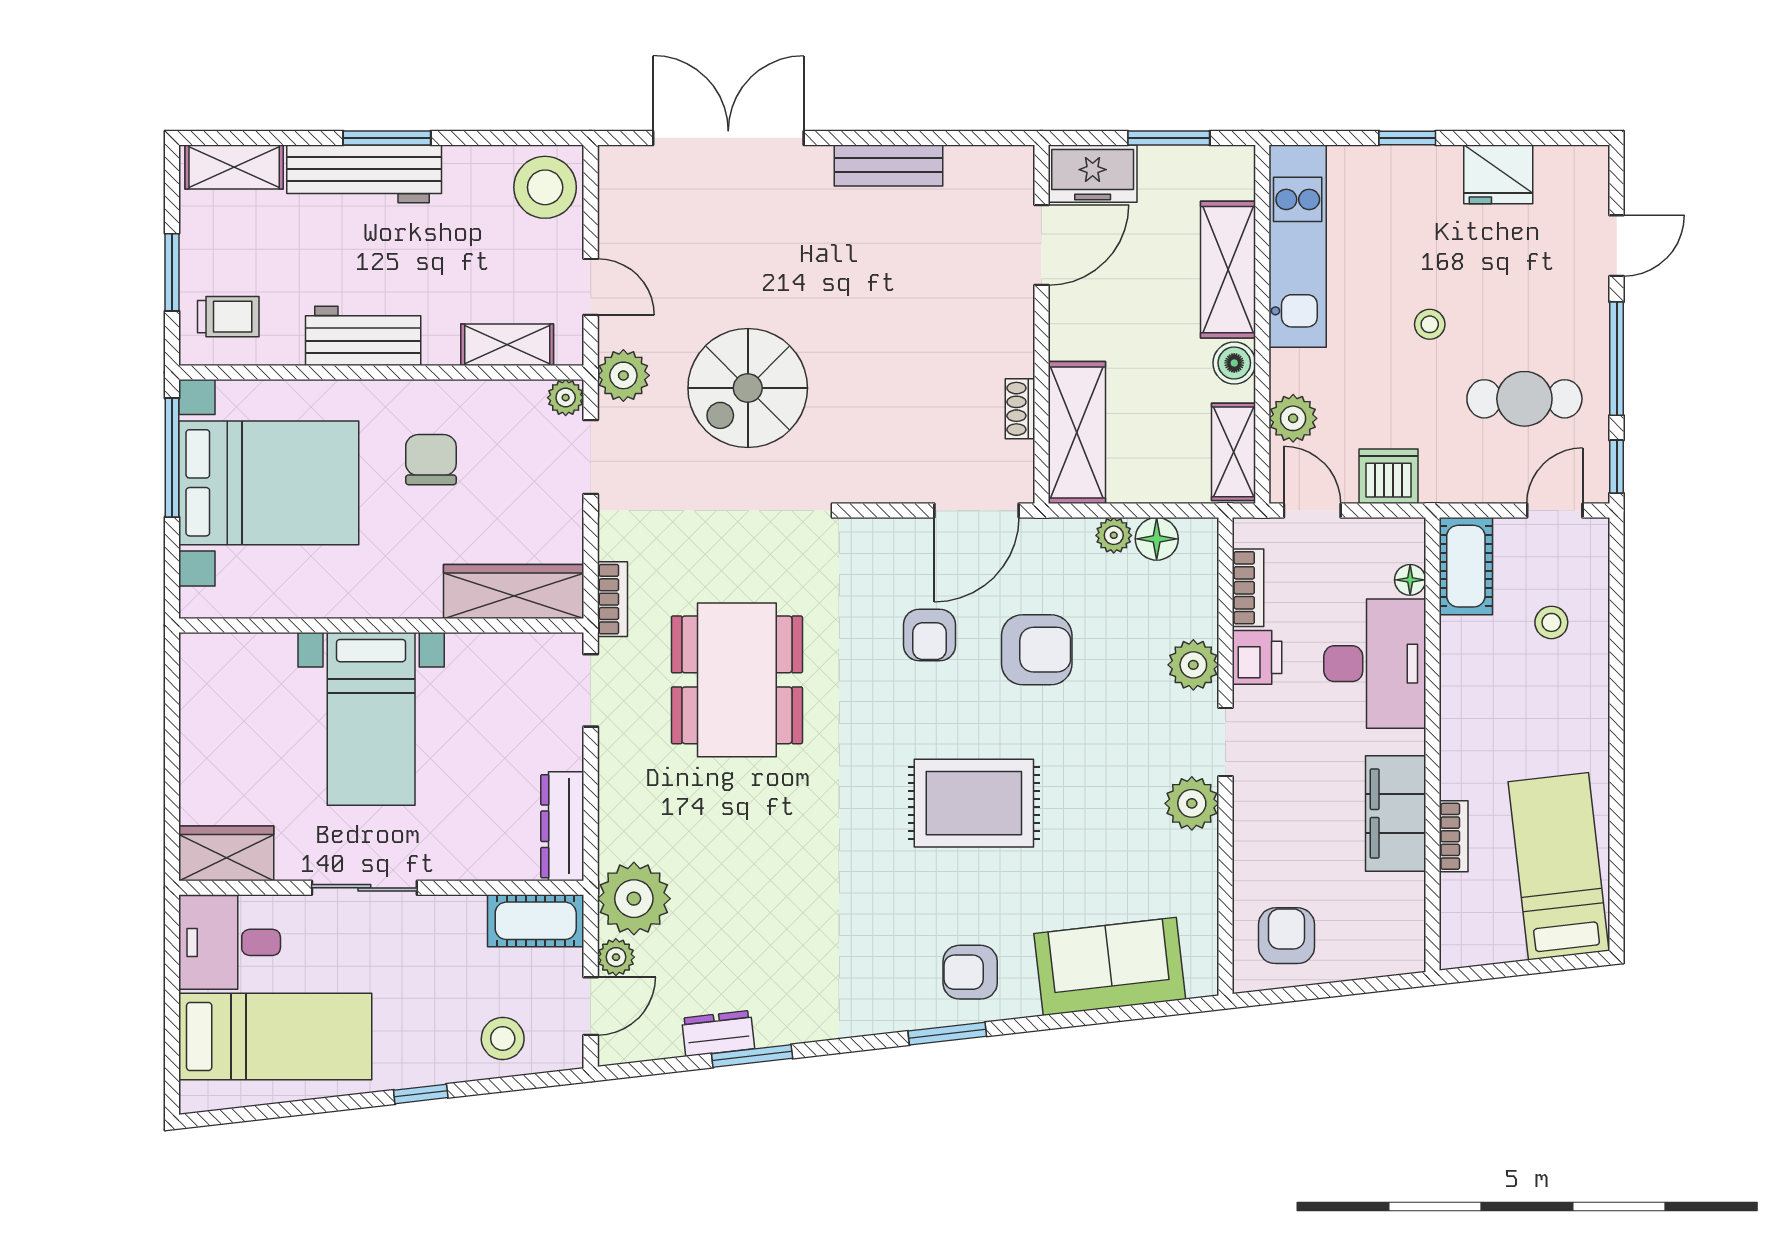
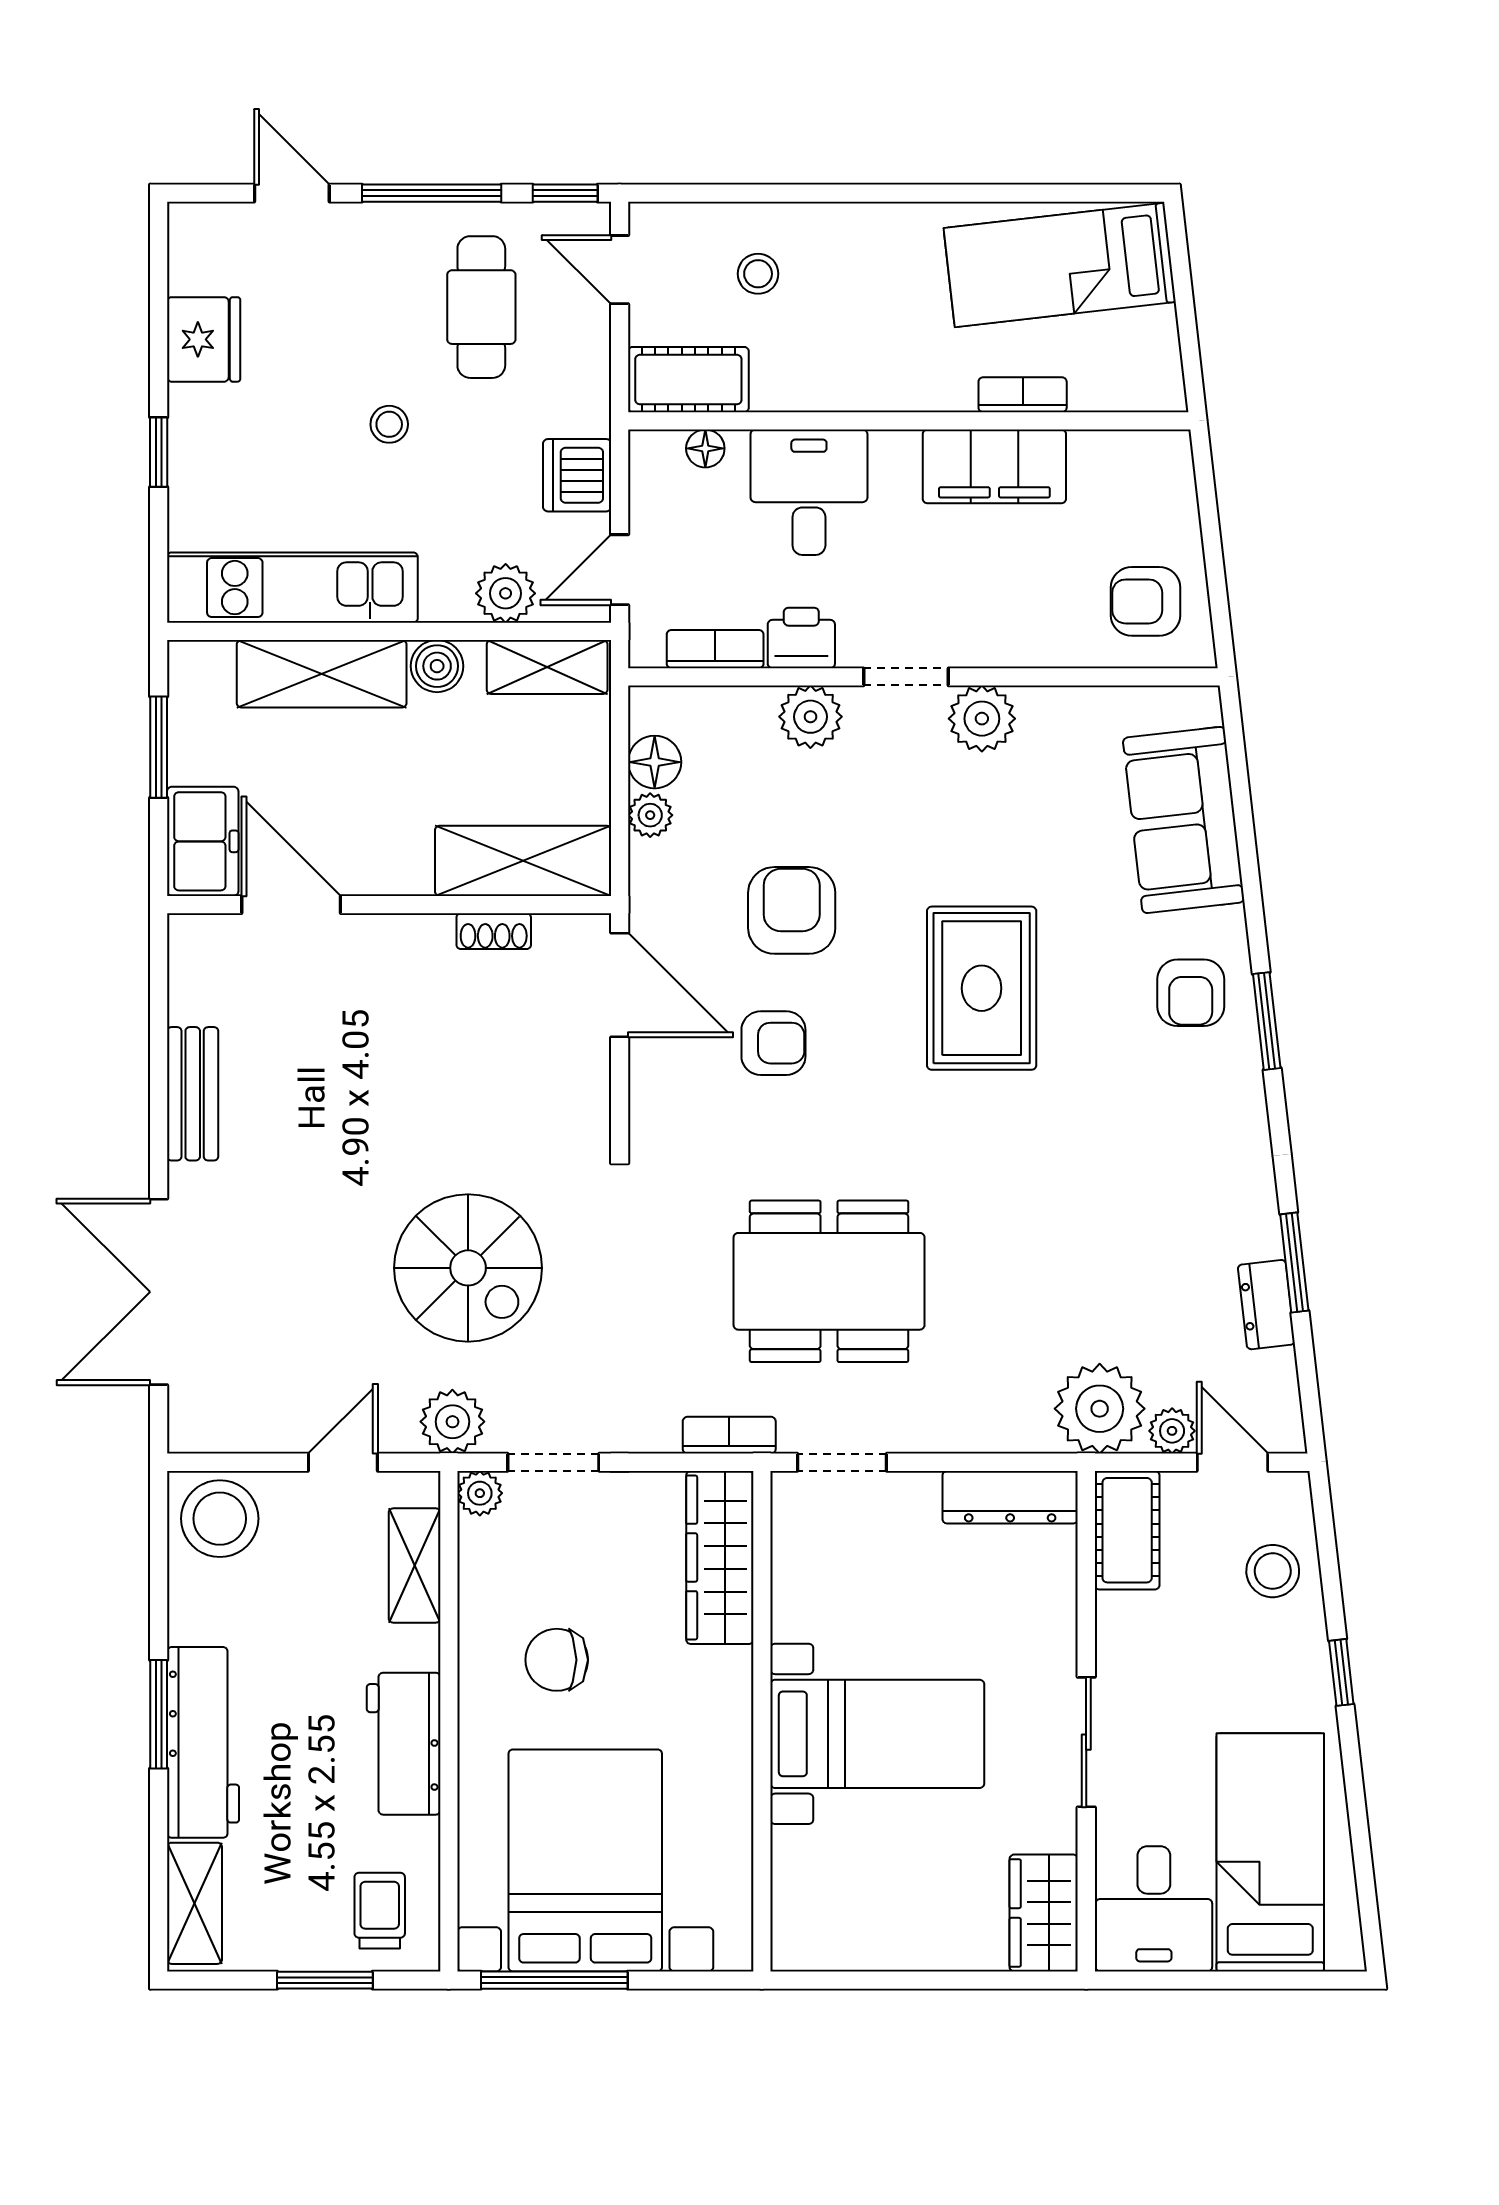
desk: (1375, 664) -> (809, 492), width x0.73

